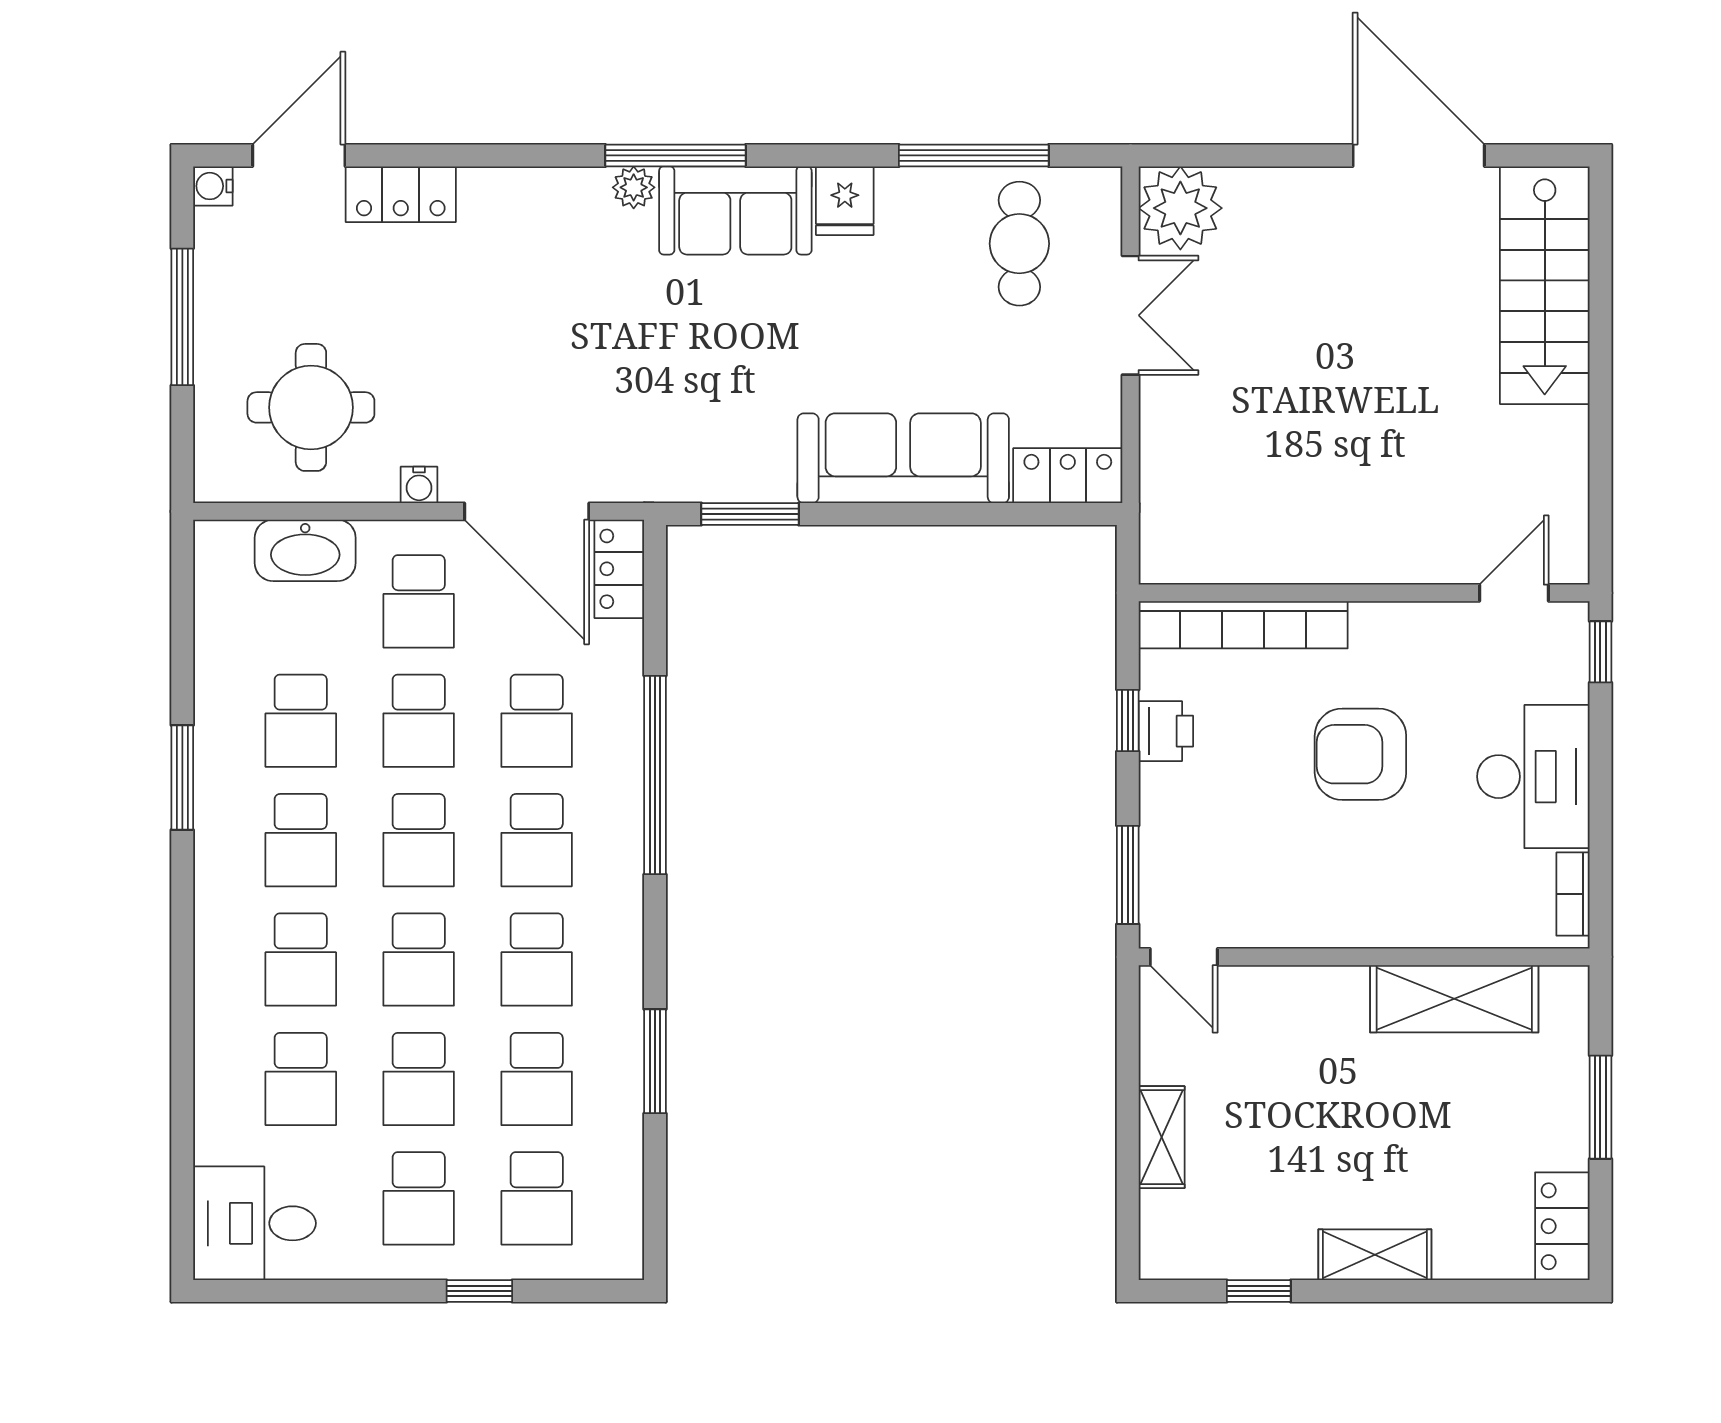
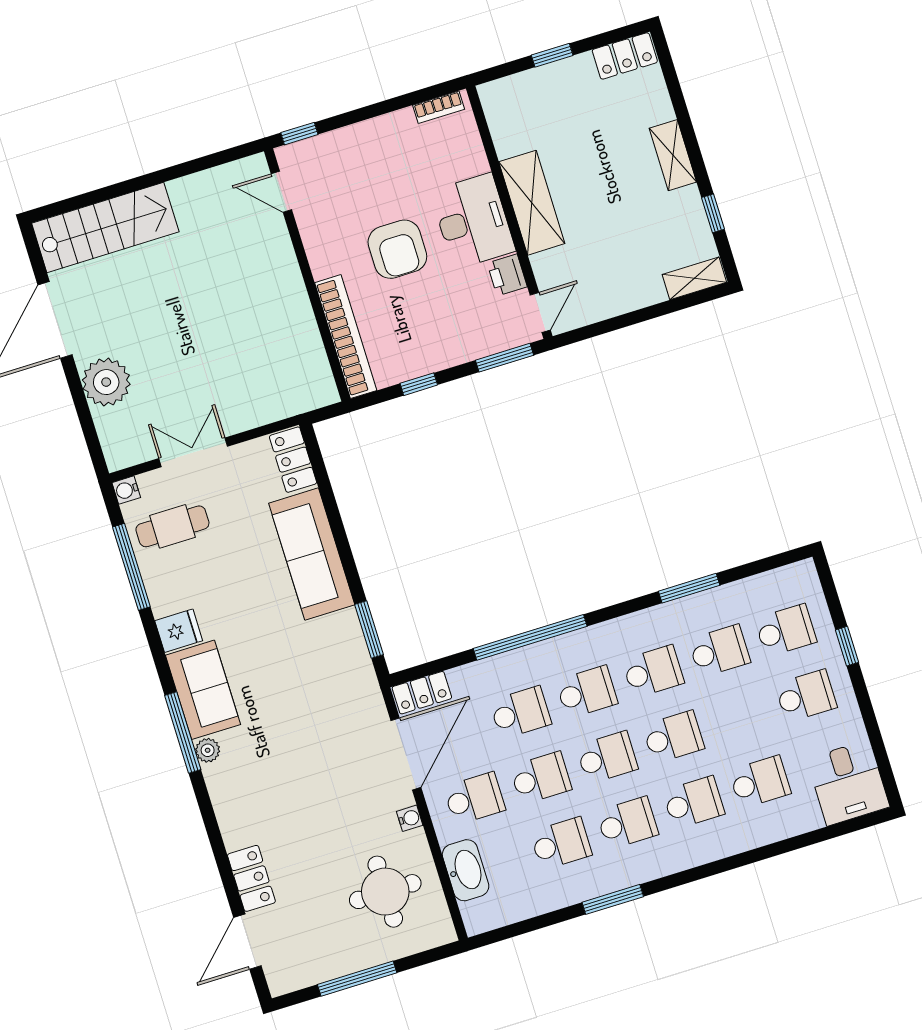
door: (299, 155) -> (247, 942), hinge flipped
water cooler: (213, 186) -> (126, 490), moved, turned 90
plant: (1180, 208) -> (106, 382), moved
printer: (1166, 731) -> (507, 275), moved, turned -90
desk: (1533, 777) -> (473, 221), moved, turned 90
shelving: (1454, 999) -> (532, 203), moved
school desk: (419, 1079) -> (740, 716), removed
window: (1600, 1107) -> (552, 55), width x0.67
shelving: (1162, 1137) -> (694, 278), moved

